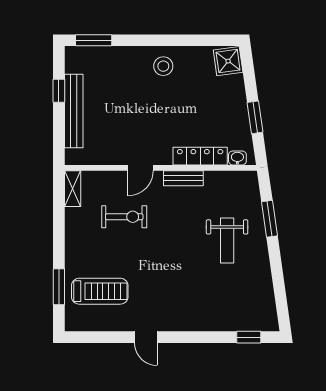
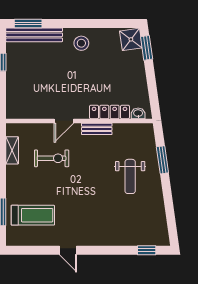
bench: (74, 111) -> (34, 35), moved, turned 90
window: (255, 117) -> (147, 48), moved
shelving: (73, 189) -> (12, 150), moved

